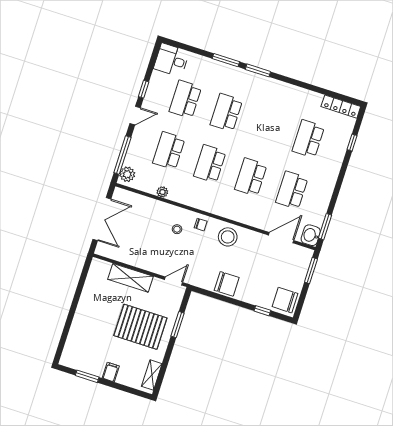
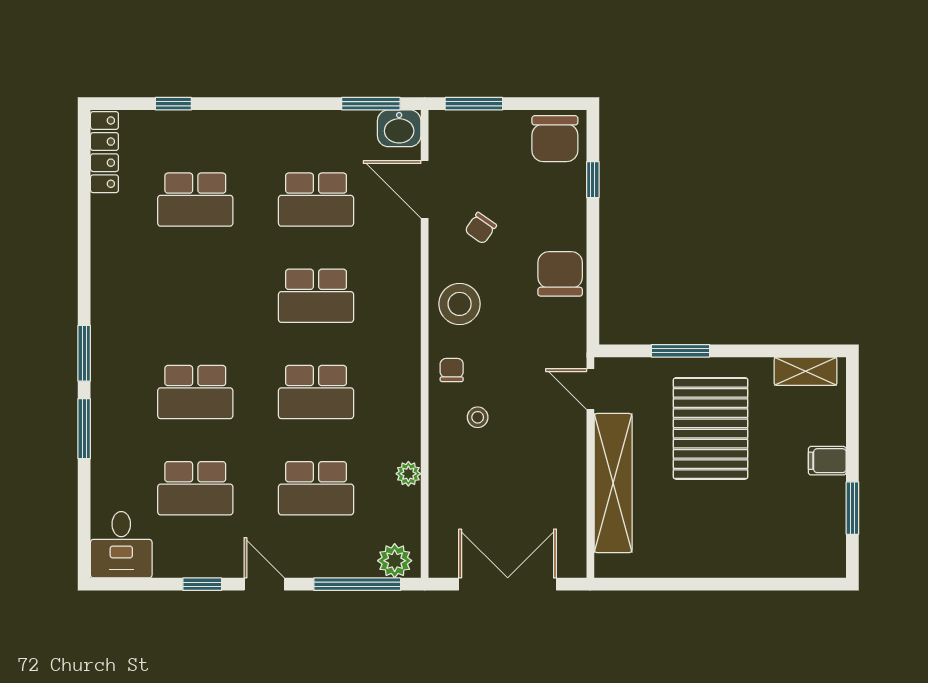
chair: (257, 256) -> (481, 228), added
shelving: (130, 278) -> (613, 483), width x1.47

